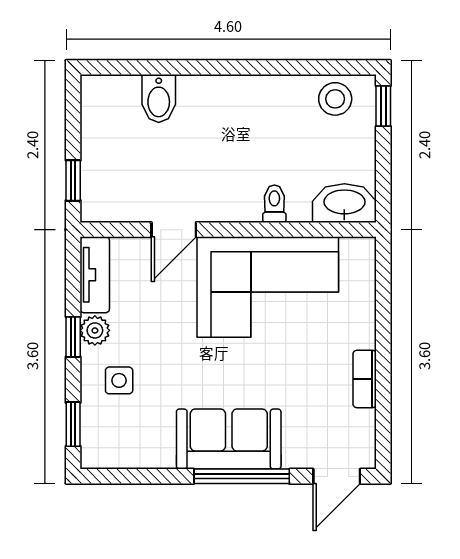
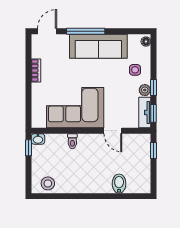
window: (383, 106) -> (28, 148), moved
washbasin: (344, 203) -> (38, 139), width x0.52, depth x0.69
door: (174, 230) -> (113, 131), swing flipped
window: (73, 424) -> (154, 113), moved
sofa: (229, 439) -> (98, 46), width x1.36
floor lamp: (92, 451) -> (146, 42), added

